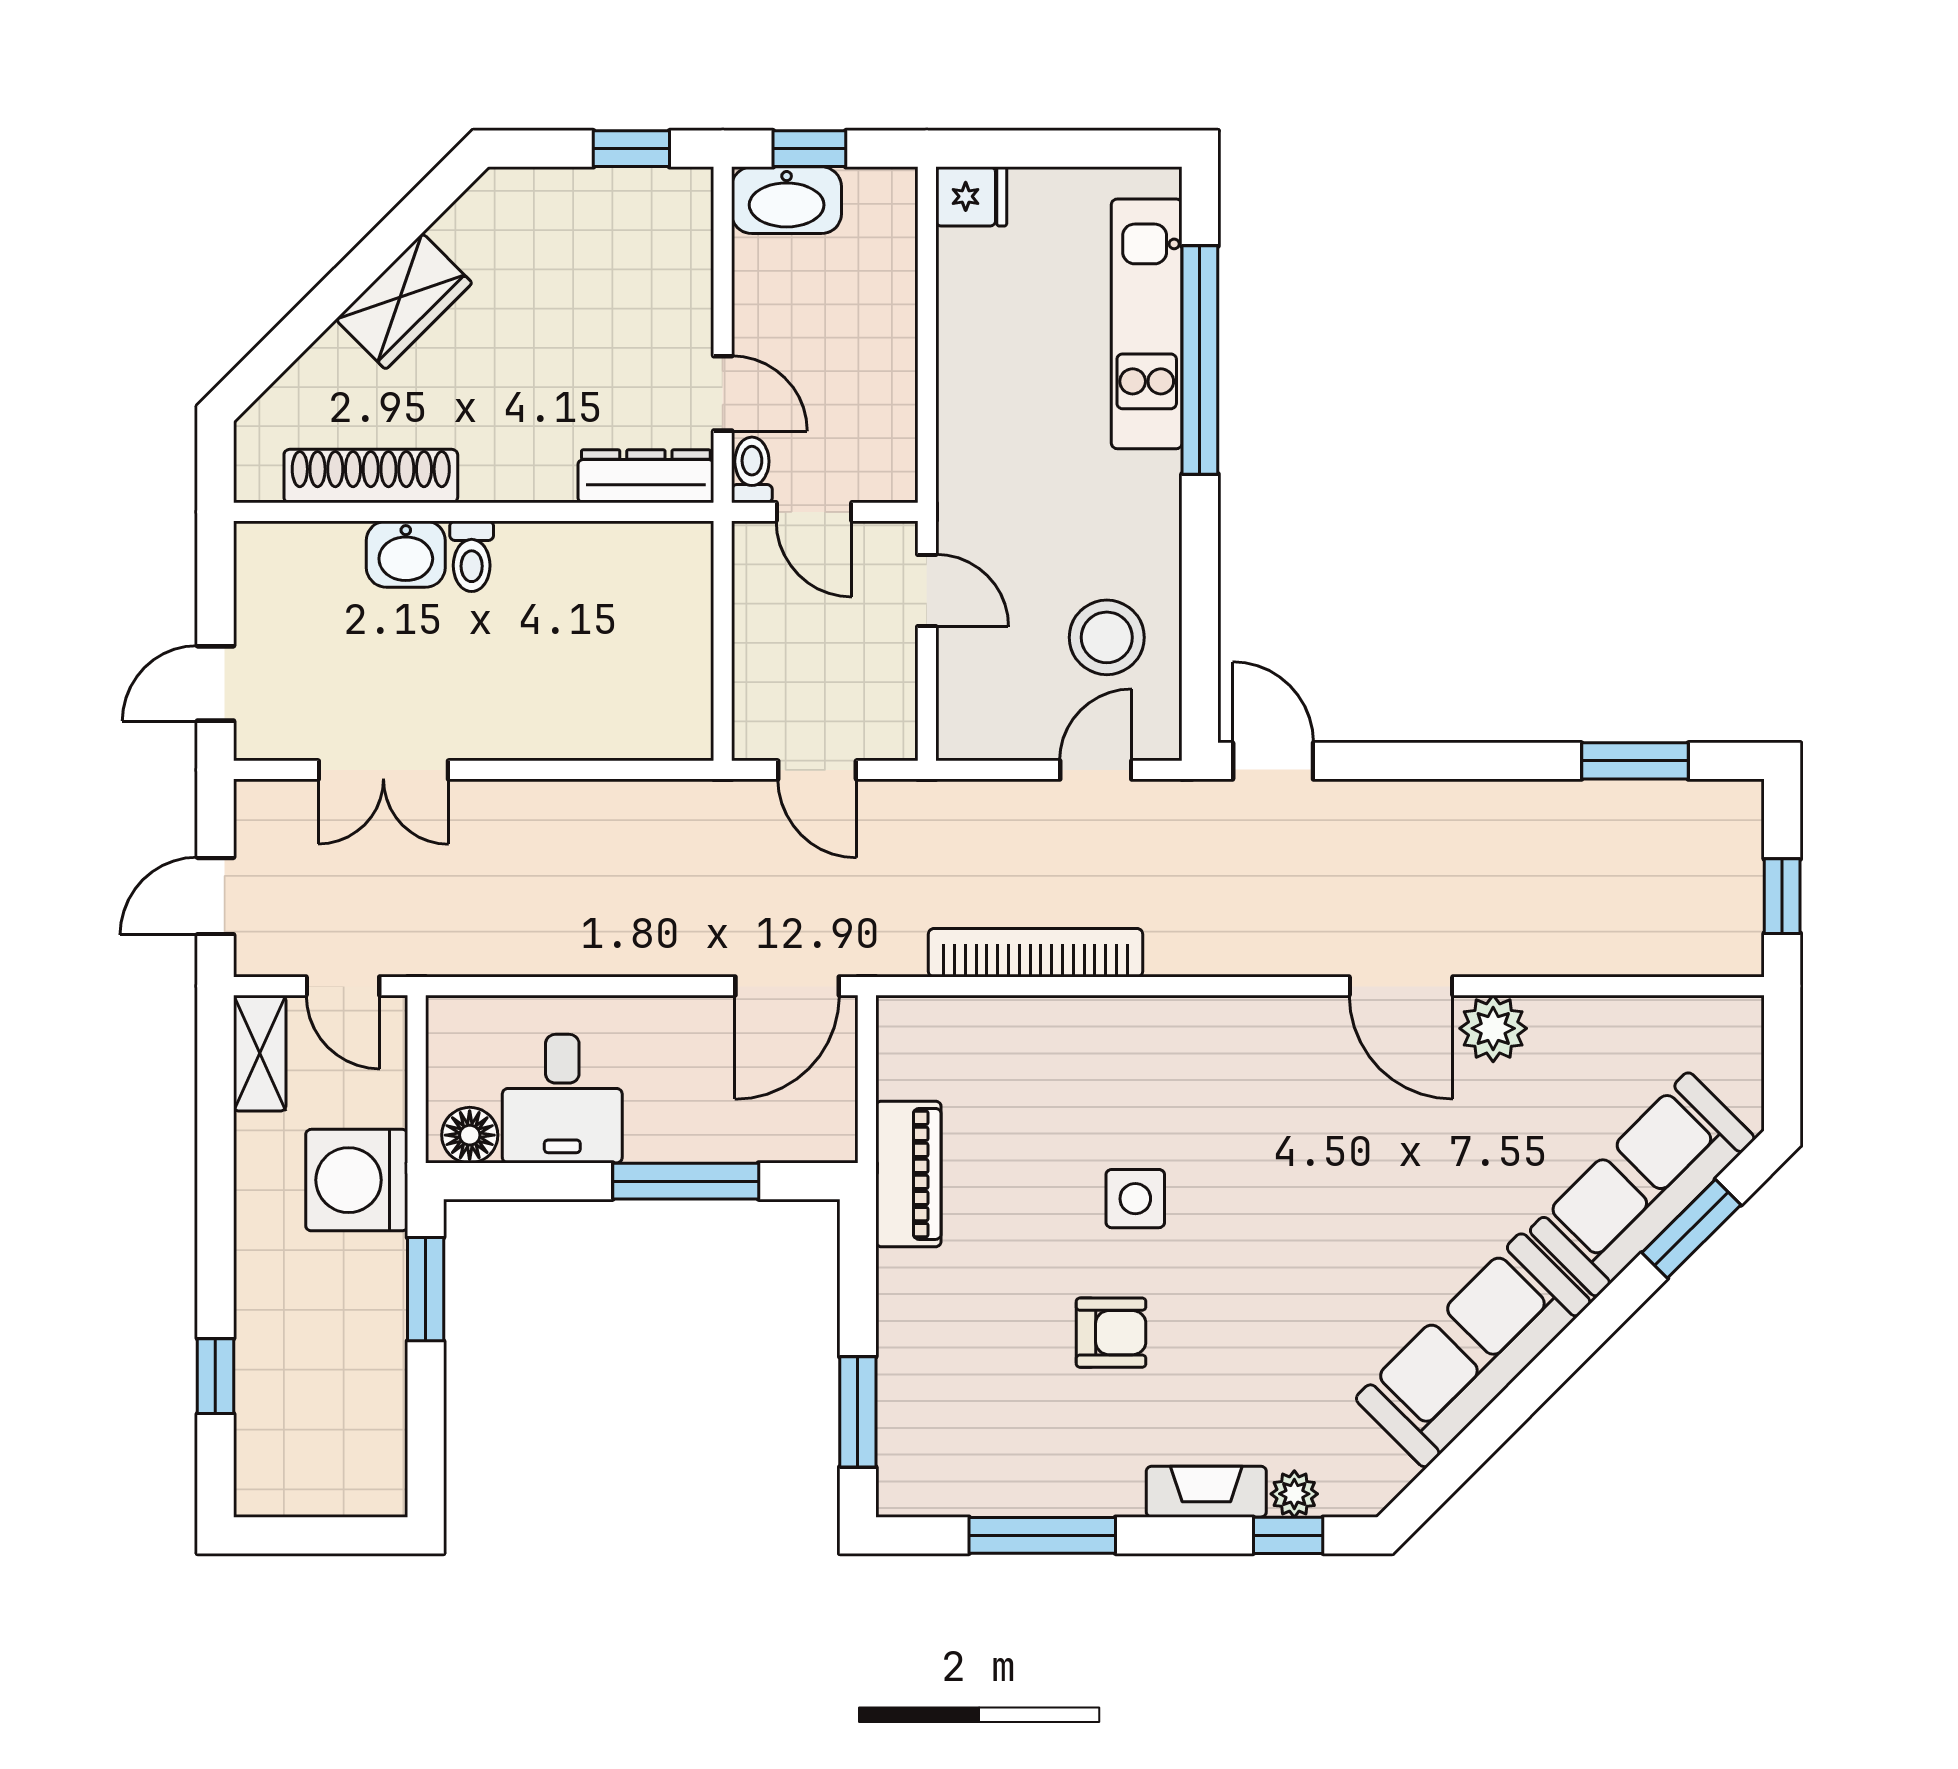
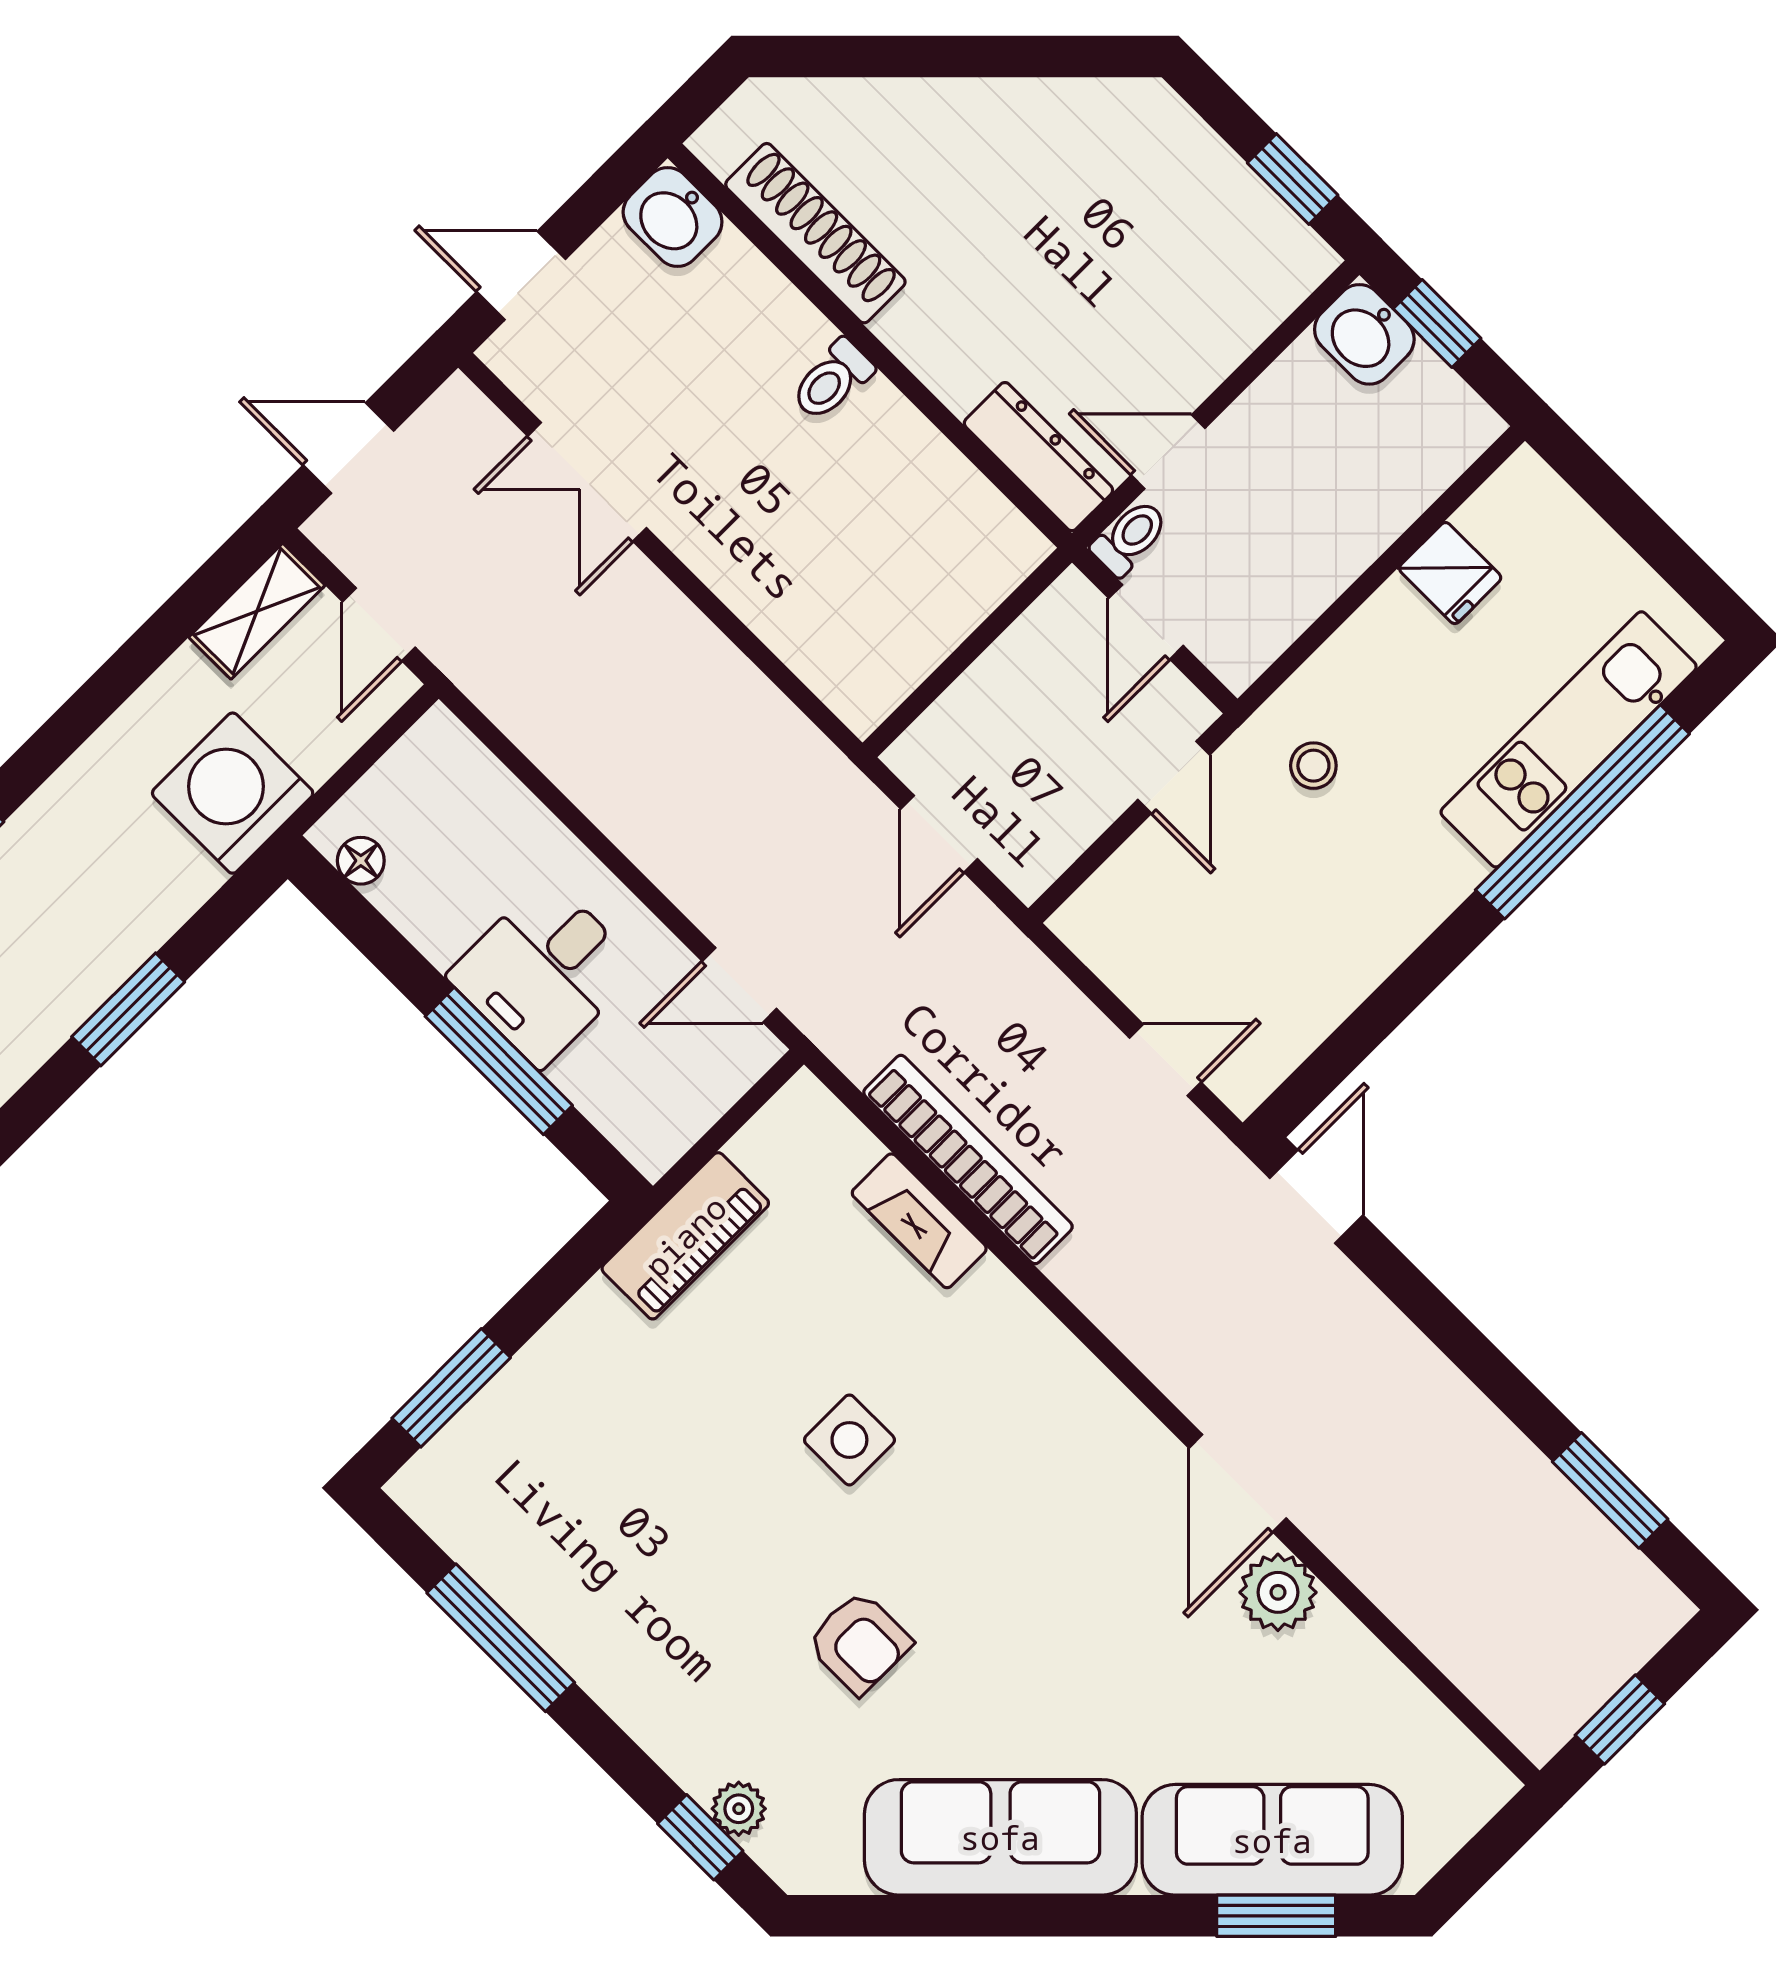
fridge: (971, 196) -> (1450, 573), moved
washbasin: (787, 200) -> (1364, 334), width x0.72
wardrobe: (404, 301) -> (984, 118), removed
door: (723, 393) -> (1168, 452), swing flipped
washbasin: (406, 554) -> (673, 217), moved
stool: (1107, 637) -> (1313, 766), moved, width x0.53, depth x0.53
door: (787, 986) -> (739, 985), width x0.73
desk: (562, 1099) -> (544, 972), moved
floor lamp: (470, 1135) -> (361, 861), width x0.73, depth x0.73
window: (426, 1289) -> (128, 1009), moved
armchair: (1111, 1333) -> (859, 1643), moved
fireplace: (1206, 1492) -> (919, 1221), moved, turned 180

